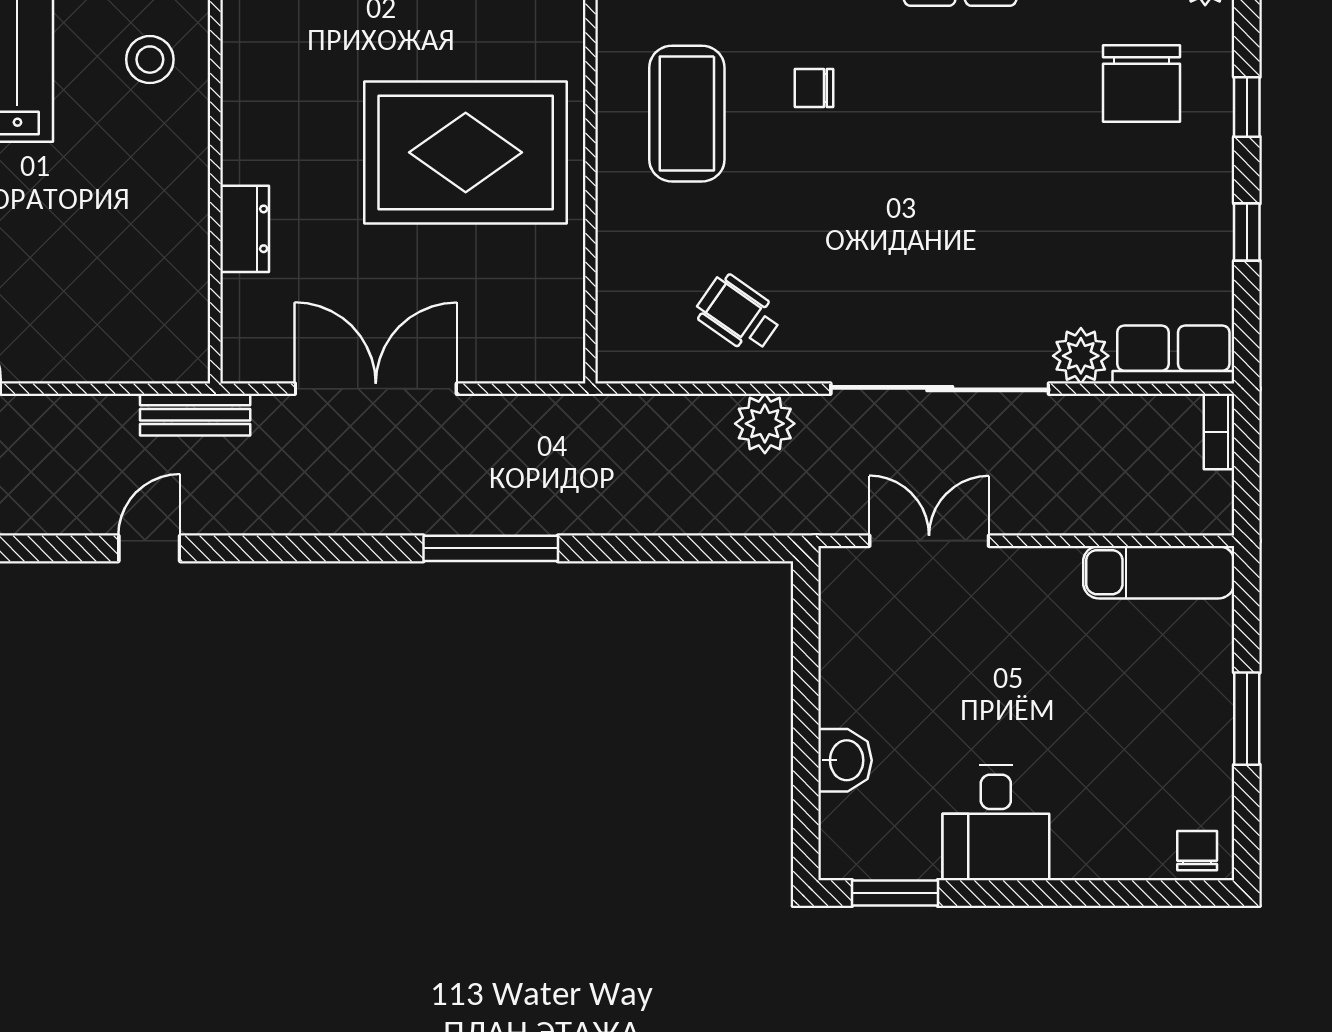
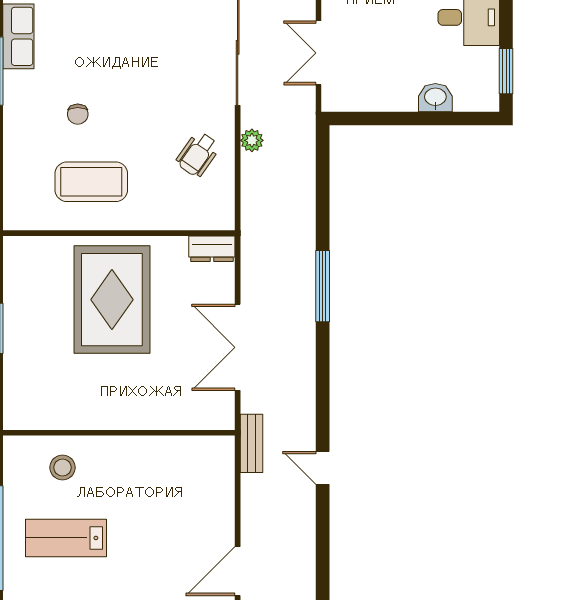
dresser: (245, 229) -> (212, 249), moved, turned 180
plant: (765, 424) -> (252, 140), width x0.73, depth x0.73

